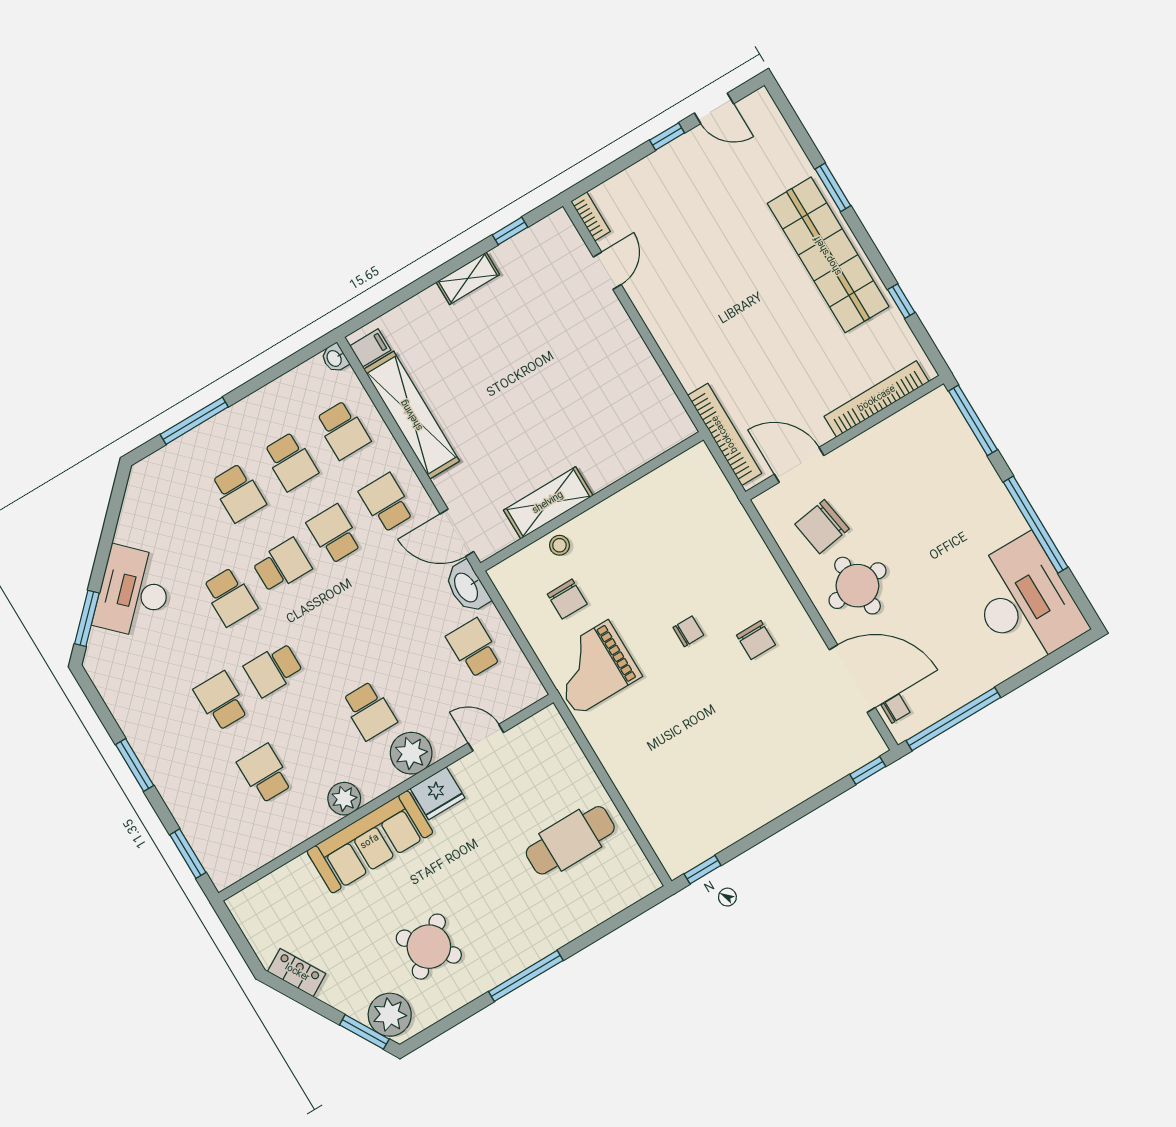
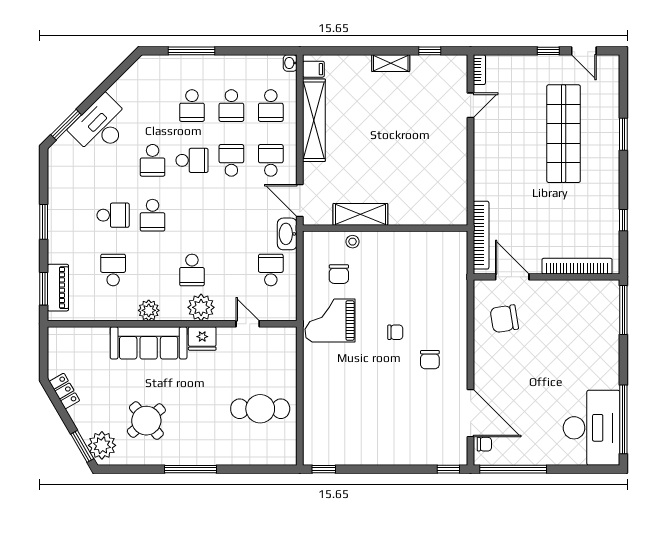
shop shelf: (828, 255) -> (564, 134), moved
window: (1036, 525) -> (623, 419), moved
round table: (857, 586) -> (504, 363), removed
school desk: (273, 669) -> (153, 215), turned -90
school desk: (221, 701) -> (113, 215), turned 90
piano: (206, 841) -> (58, 288), added

